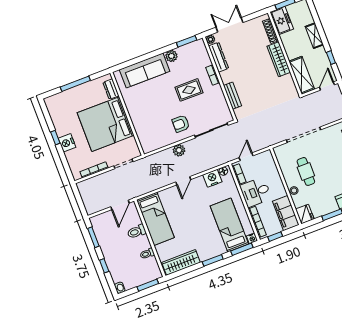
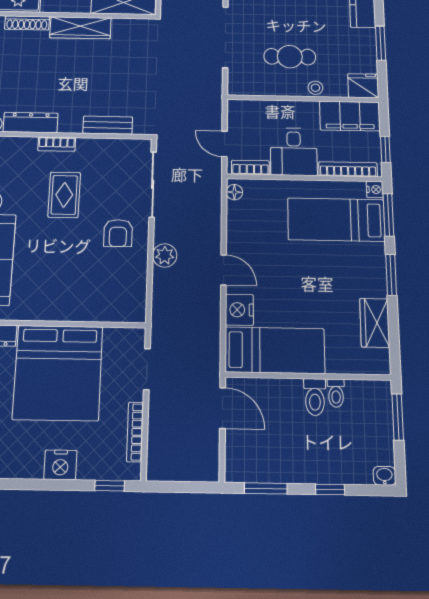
window: (55, 138) -> (110, 486), moved
nightstand: (212, 178) -> (239, 310), moved
toilet: (137, 232) -> (315, 397), moved
wardrobe: (181, 262) -> (375, 323), width x0.67

